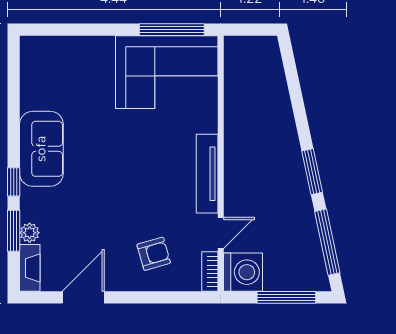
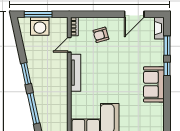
plant: (30, 233) -> (160, 45), removed
window: (327, 242) -> (33, 108), moved
washing machine: (243, 272) -> (40, 26), moved, turned -90

